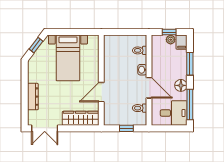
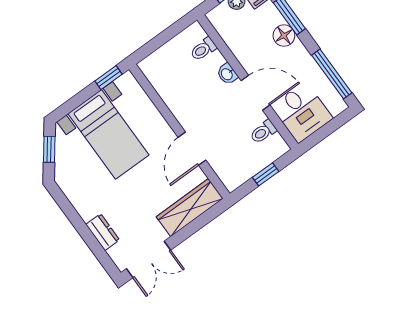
window: (87, 32) -> (109, 78), added
floor lamp: (181, 85) -> (284, 36), moved
dresser: (33, 97) -> (103, 232), width x0.70
desk: (174, 113) -> (302, 112), moved, turned 90

